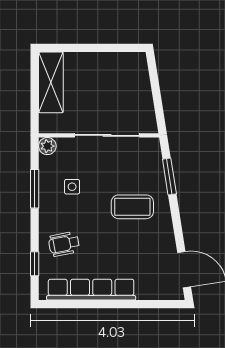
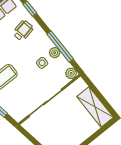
plant: (47, 187) -> (55, 53), added
window: (35, 189) -> (60, 47), width x1.44

